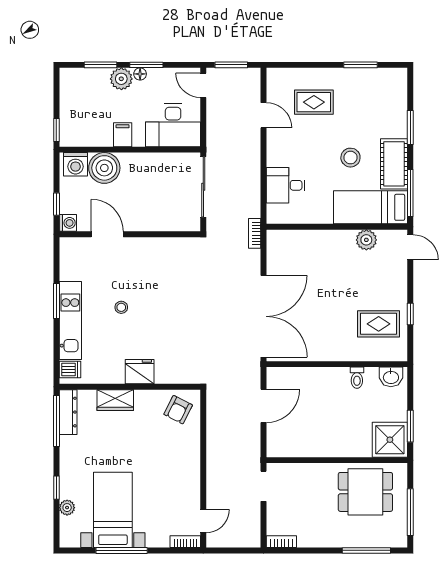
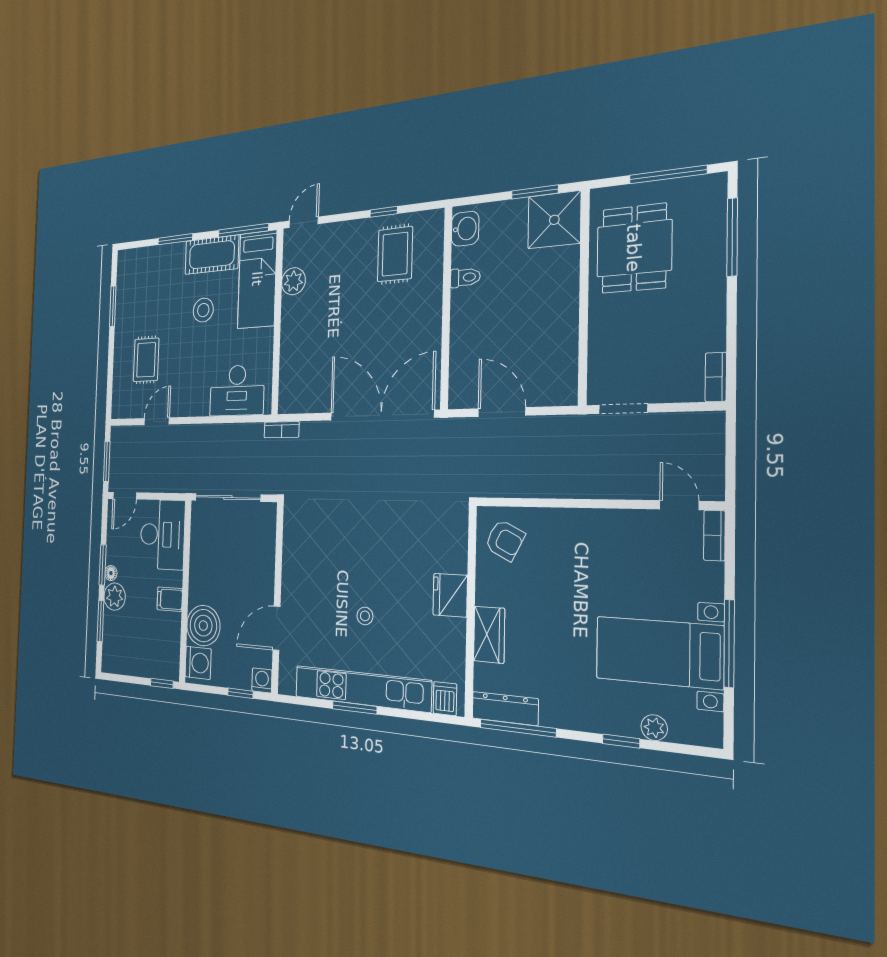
desk: (286, 185) -> (237, 390), width x1.37
kitchen unit: (70, 321) -> (362, 689), width x1.36

